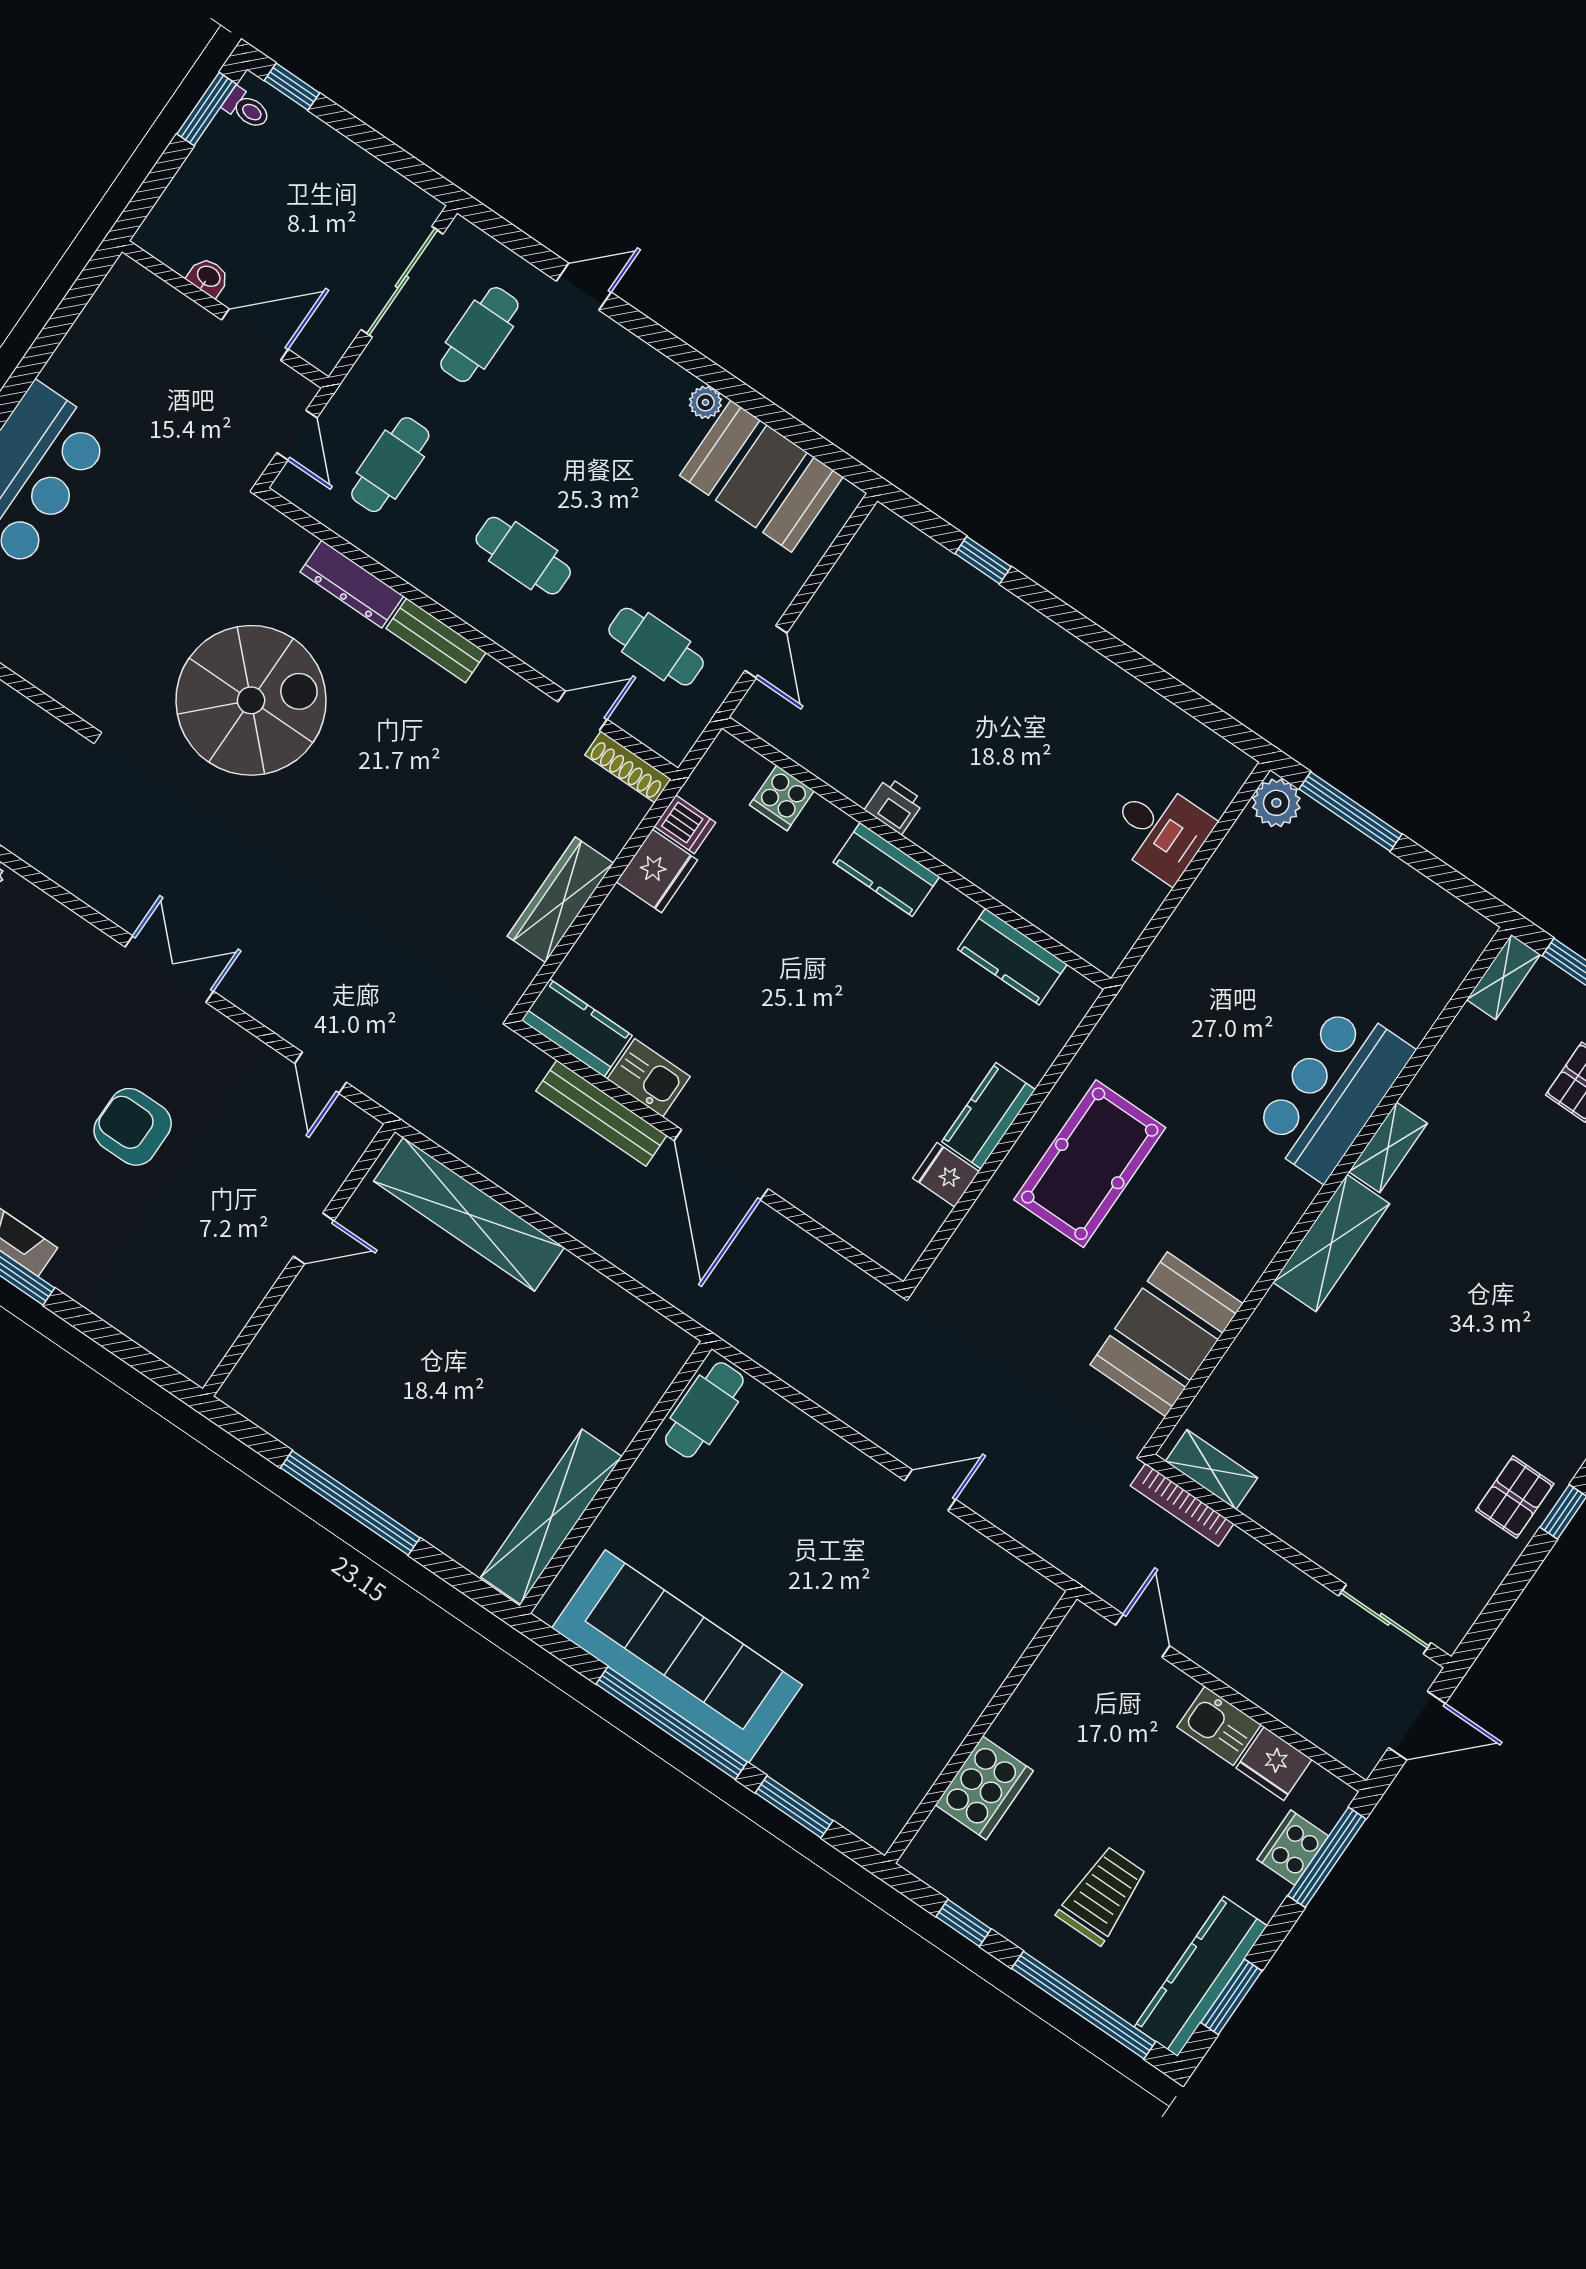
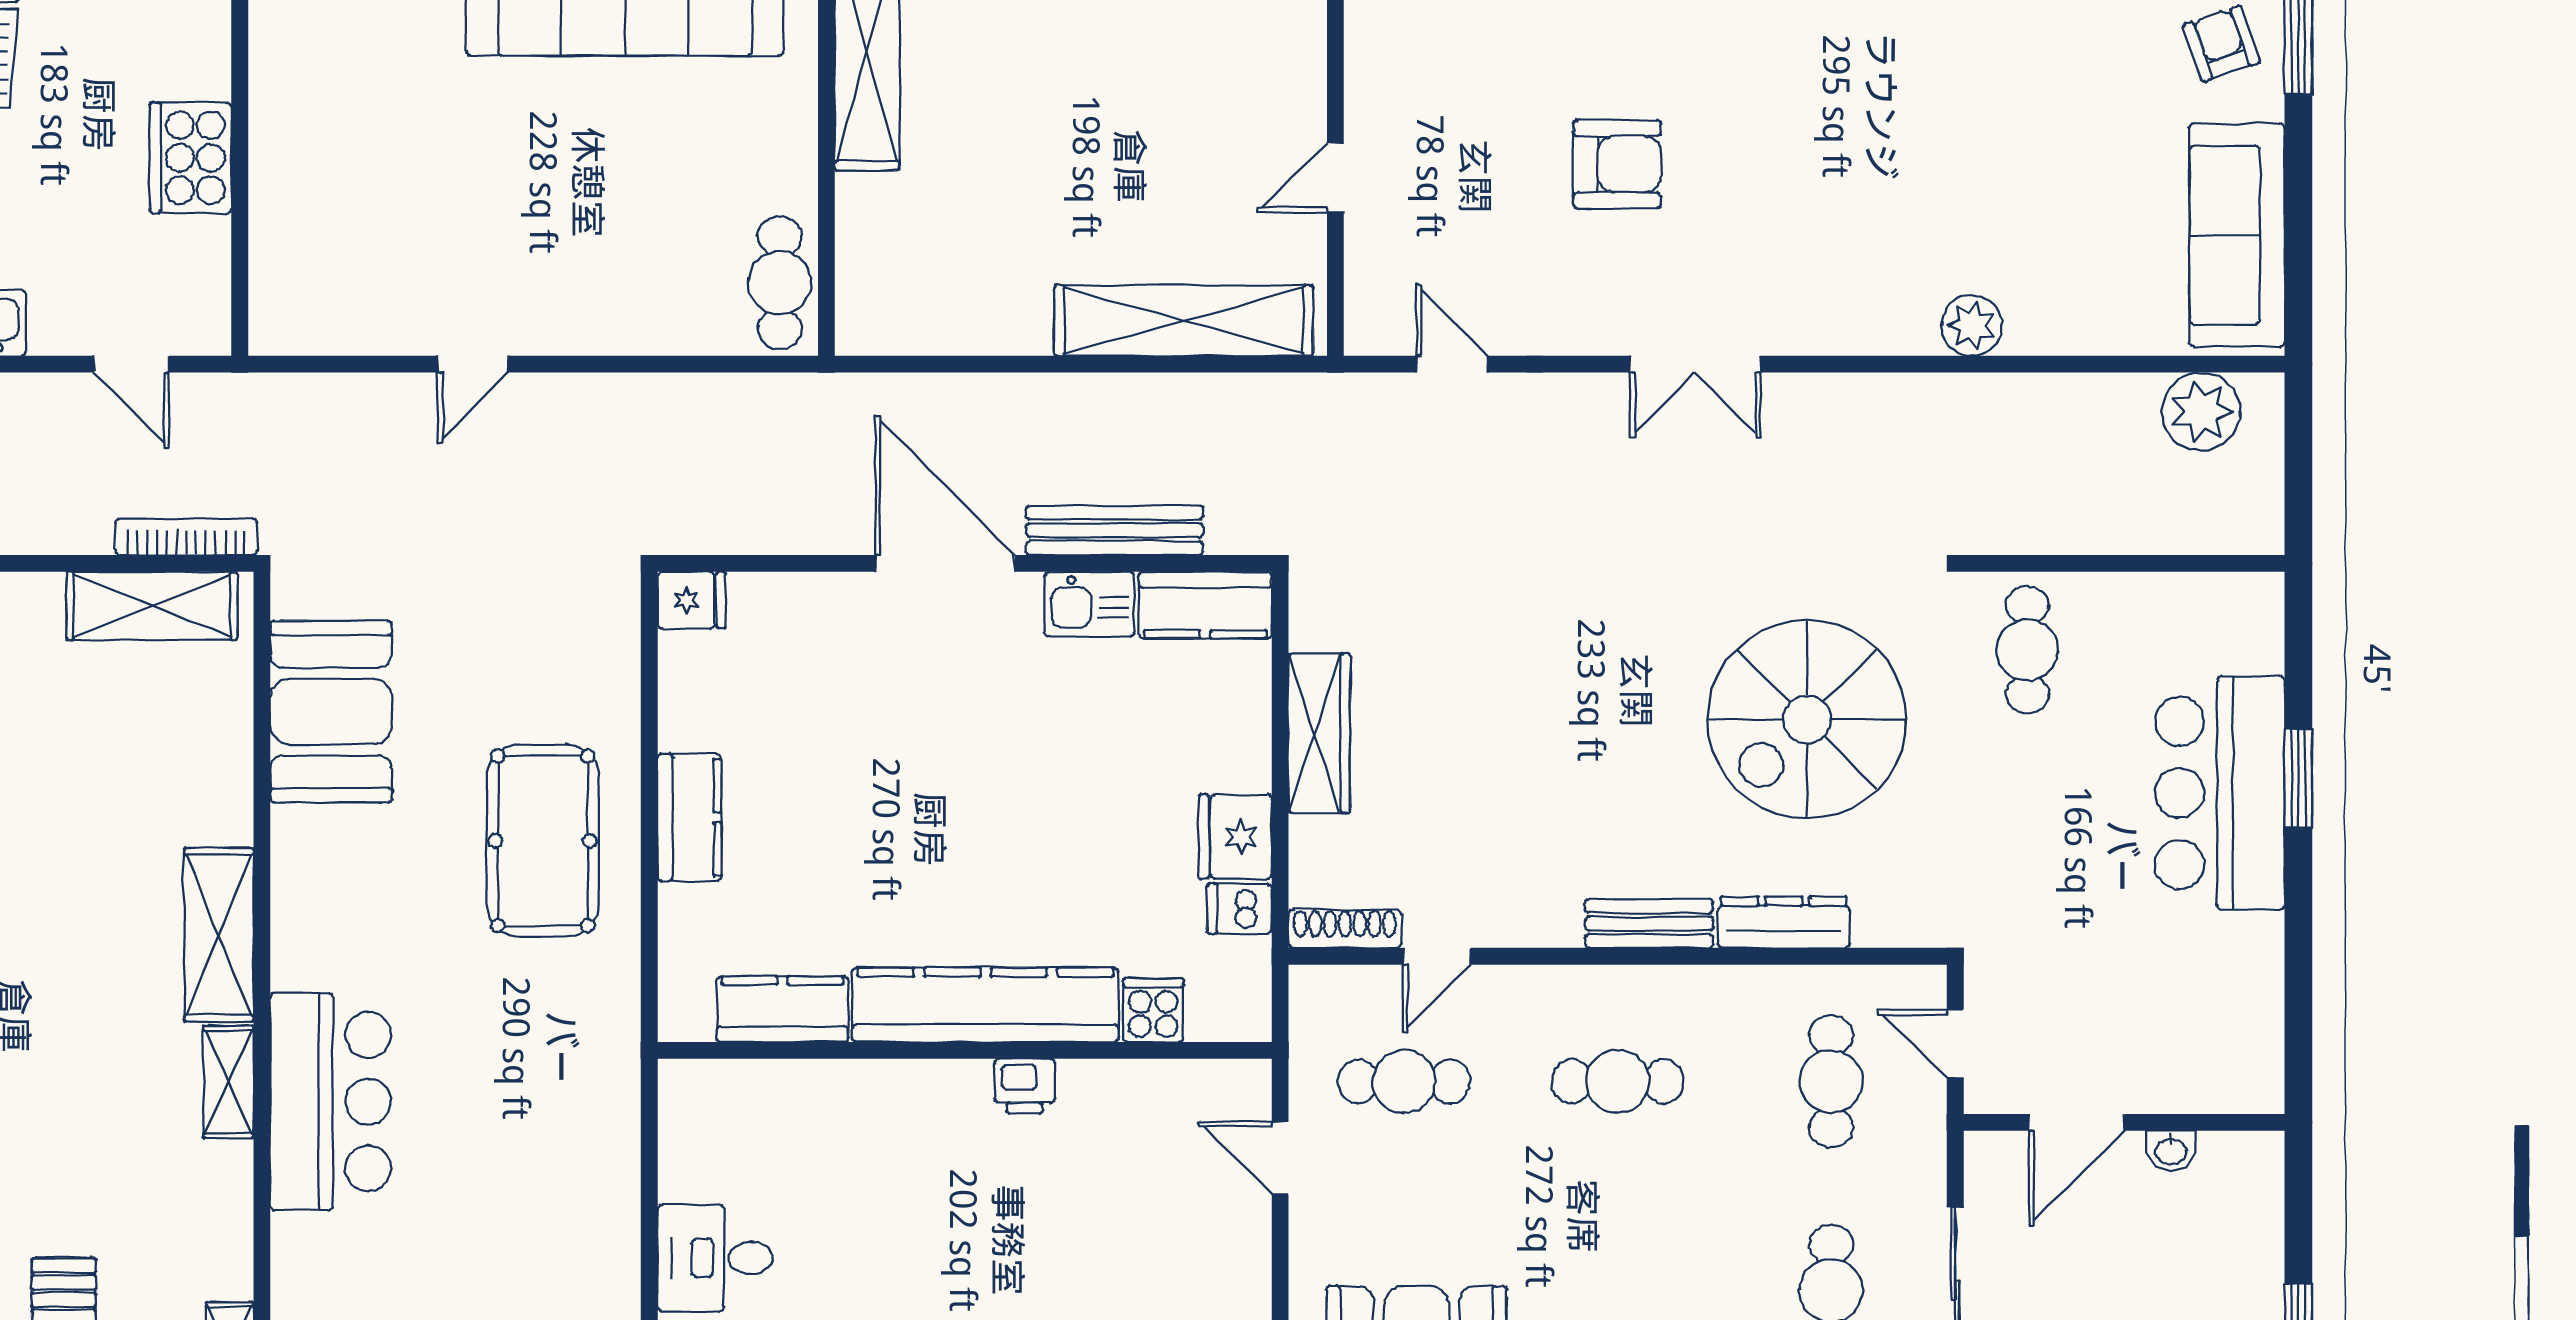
cafe table: (84, 650) -> (2027, 650), added
kitchen counter: (886, 869) -> (986, 1005), width x2.08, depth x1.17
fridge: (946, 1175) -> (692, 600), moved
shelving: (1211, 1470) -> (152, 606), width x1.50, depth x1.33
cooker: (984, 1788) -> (191, 158), moved

